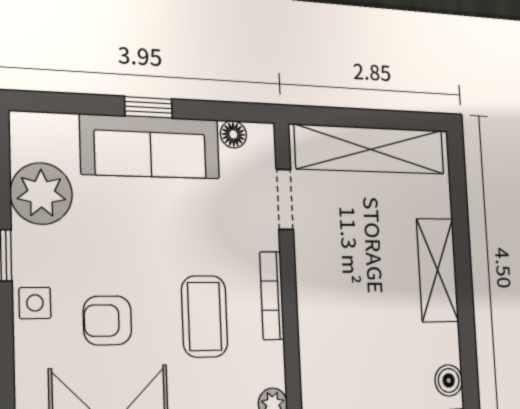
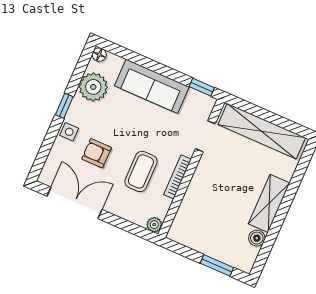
window: (149, 107) -> (202, 87), moved
floor lamp: (233, 134) -> (99, 55), moved
boiler: (449, 380) -> (257, 238), moved

